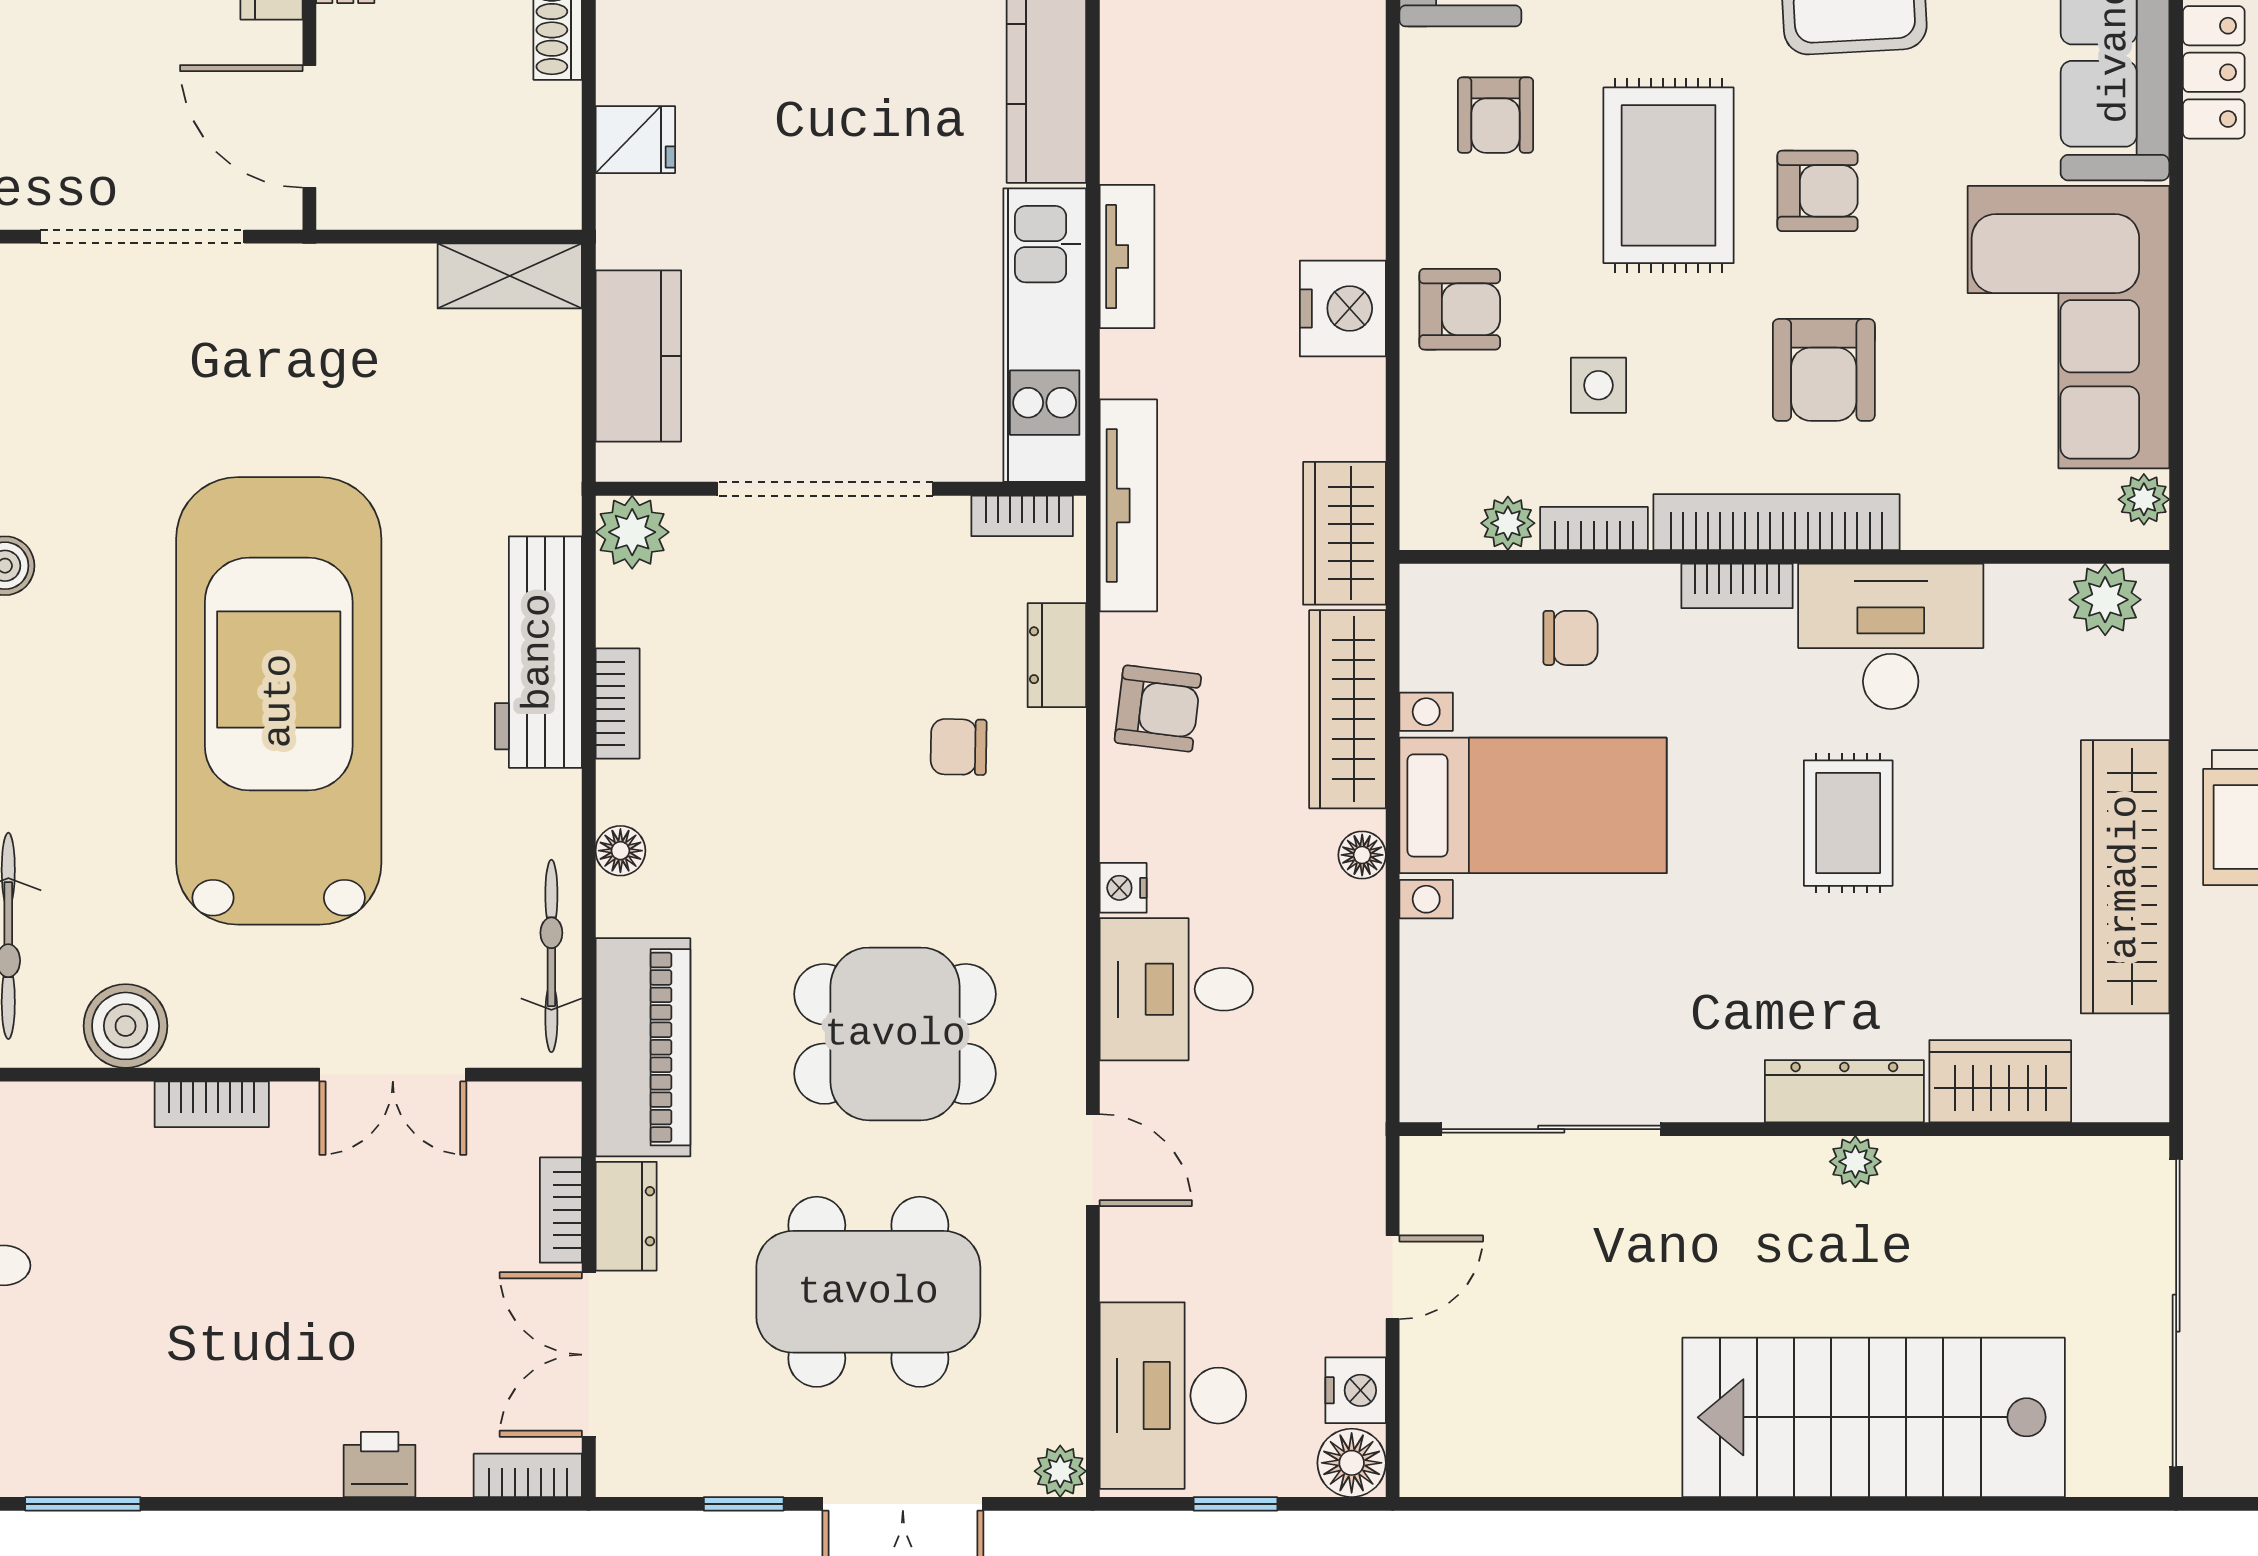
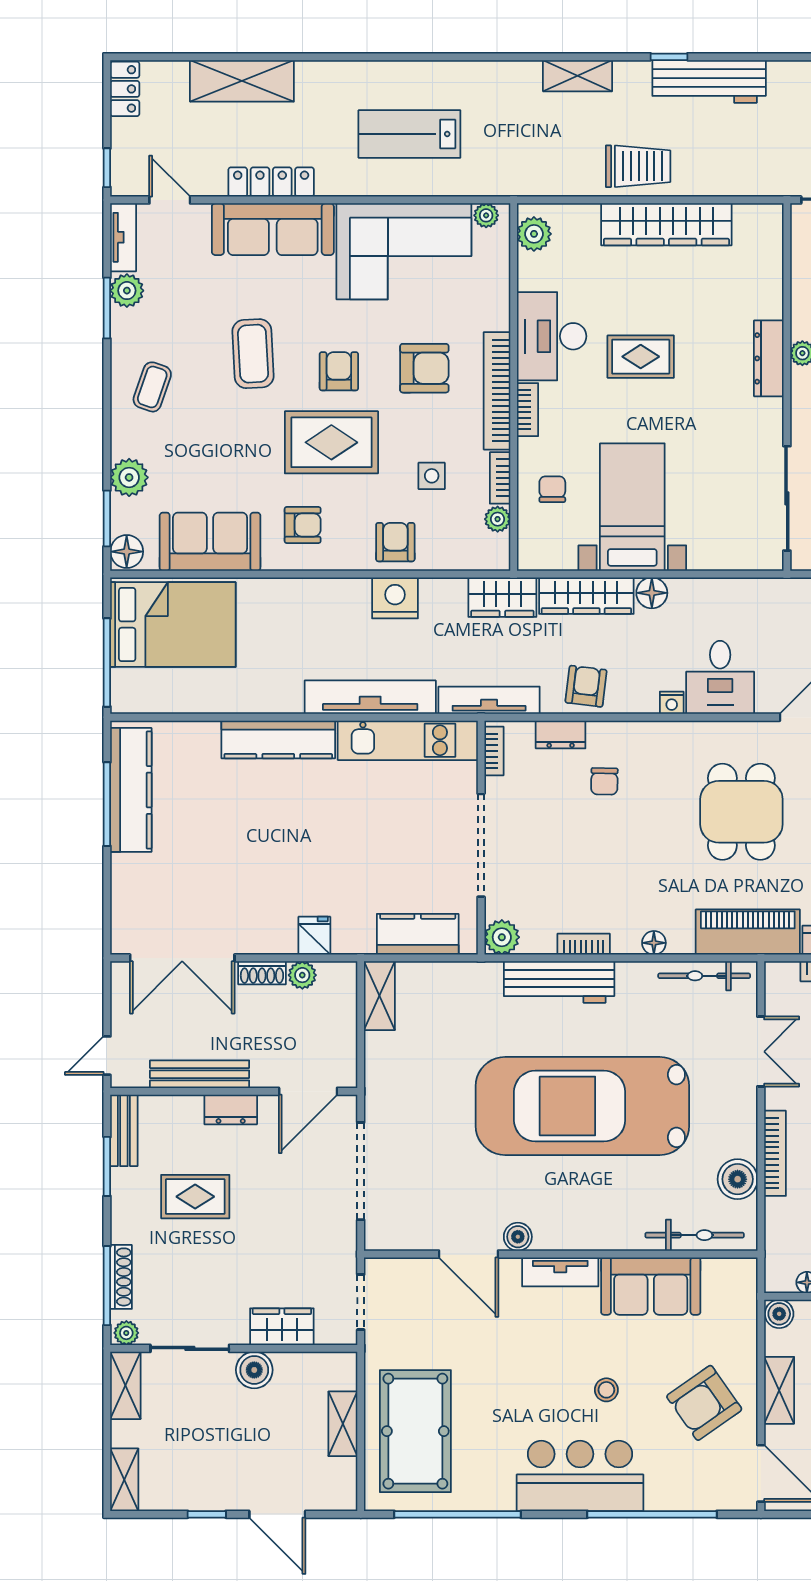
plant: (553, 114) -> (302, 975), added
tv unit: (1127, 257) -> (370, 697), width x1.92, depth x1.29
floor lamp: (1362, 855) -> (652, 593), width x1.37, depth x1.37
wardrobe: (2000, 1081) -> (764, 284), removed
bookcase: (212, 1104) -> (775, 1153), width x1.56

